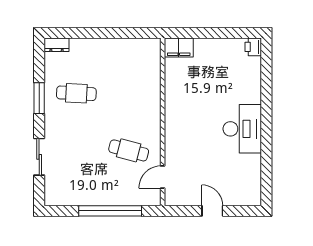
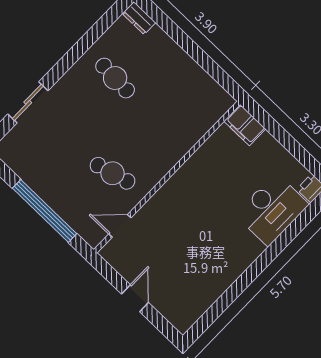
window: (39, 98) -> (78, 50), removed
desk: (242, 129) -> (272, 209), moved
cafe table: (129, 150) -> (113, 173), turned -30

